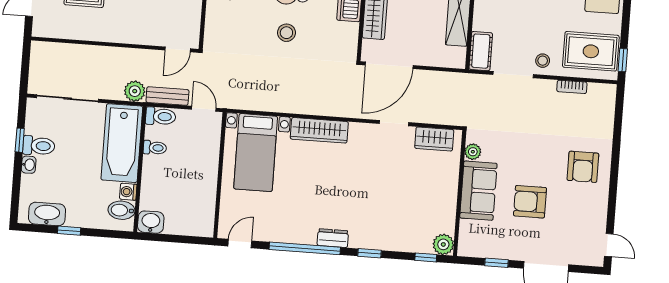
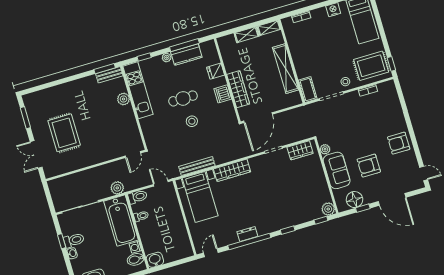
bench: (167, 96) -> (197, 166), moved, width x1.36
armchair: (583, 167) -> (399, 143), moved, turned 90
dresser: (333, 238) -> (247, 234), moved
floor lamp: (489, 245) -> (354, 200), added

